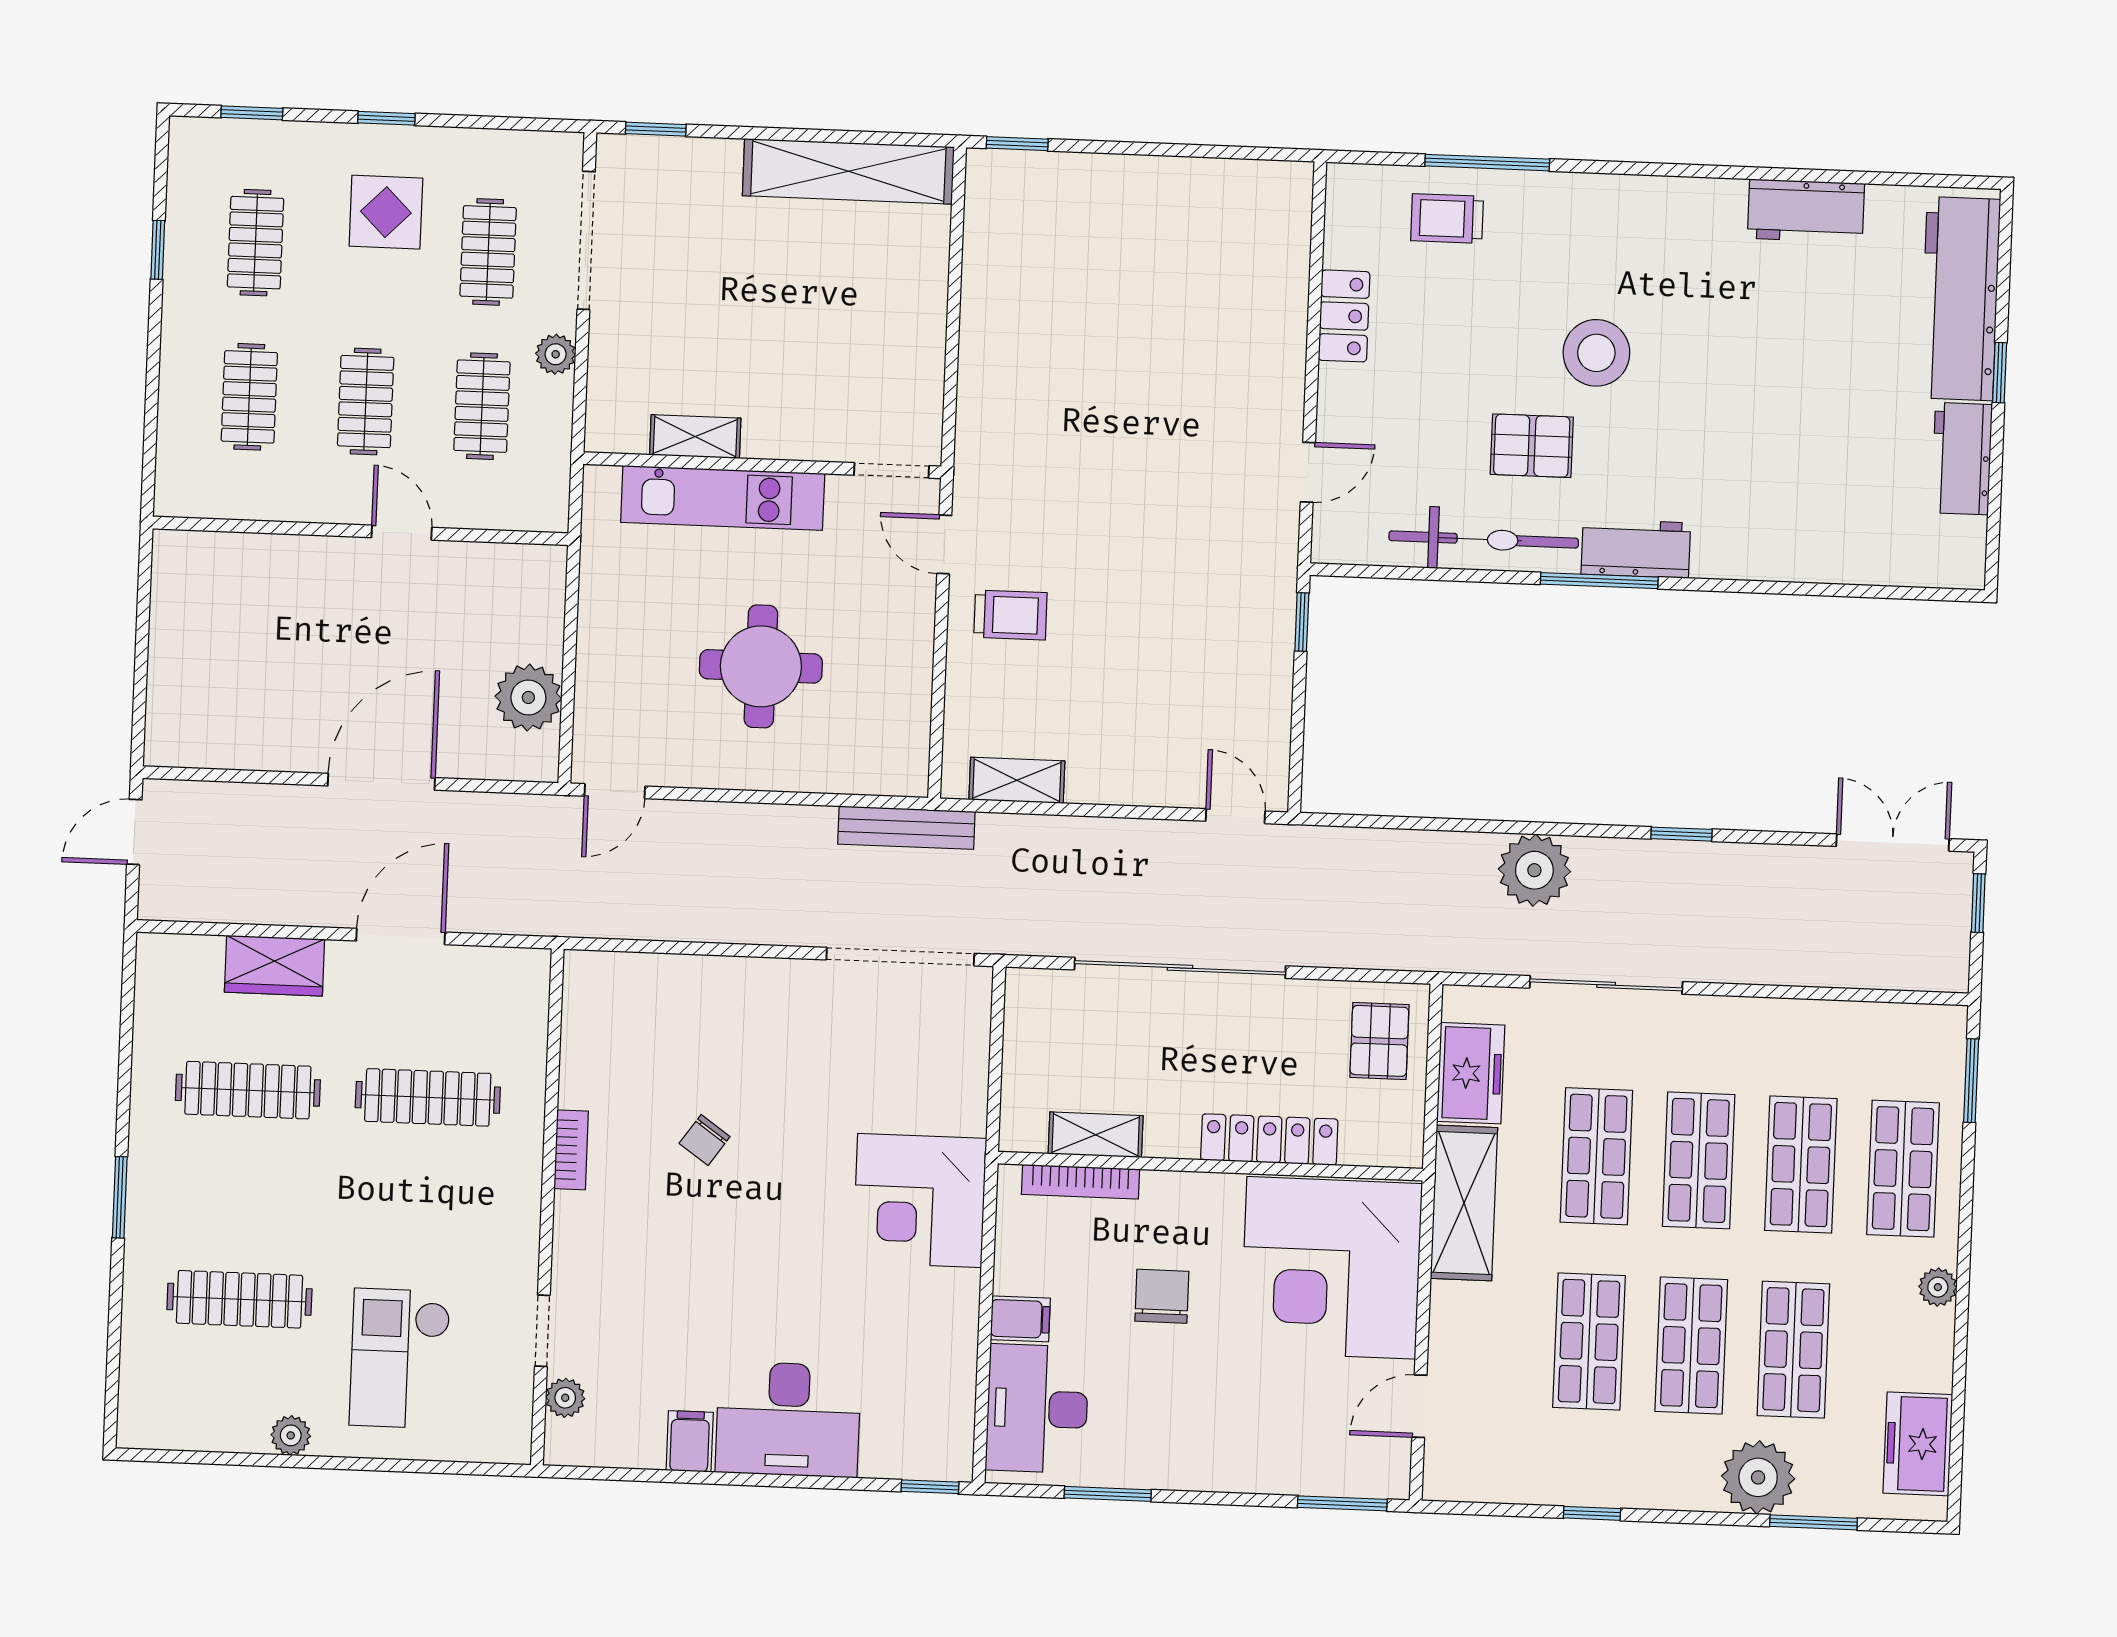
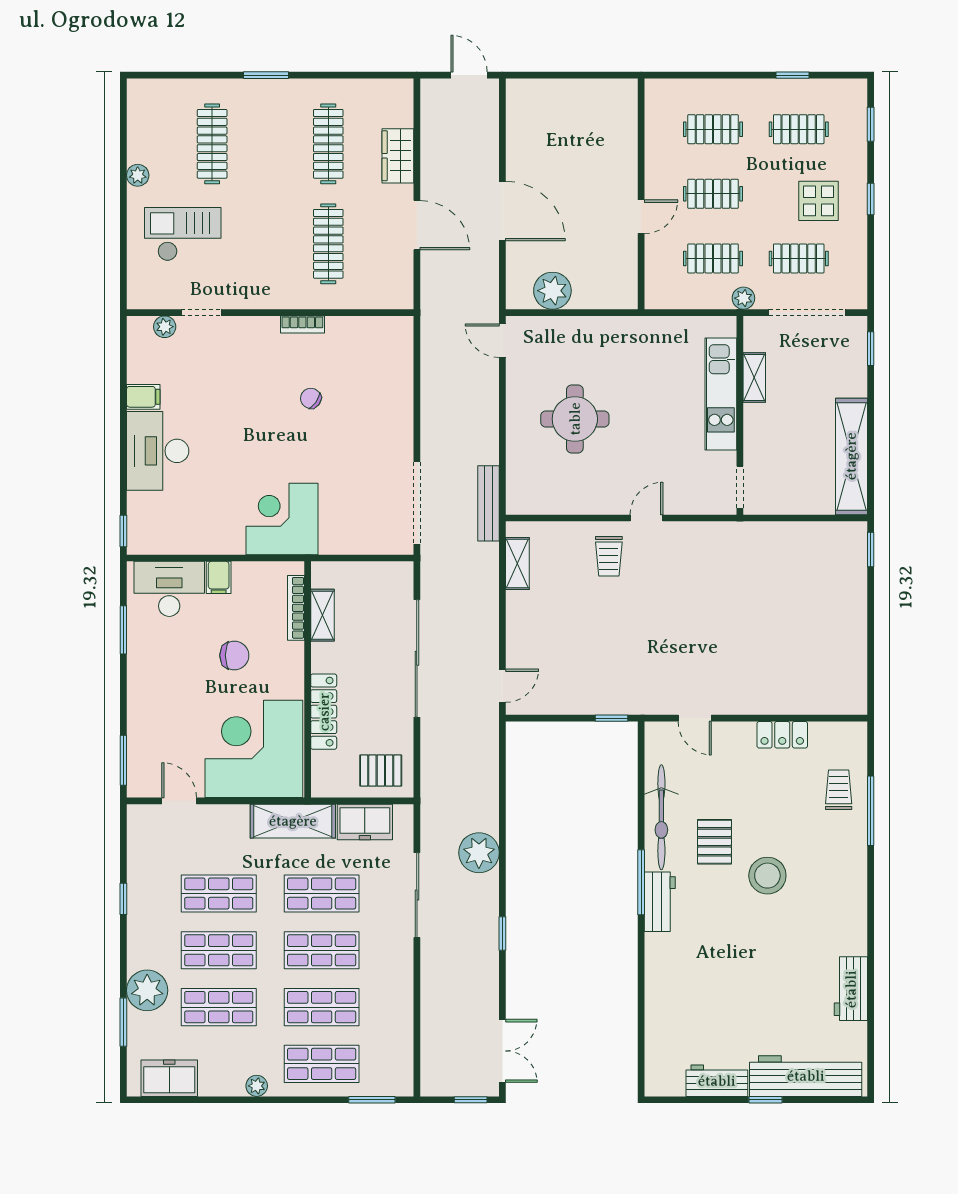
shelving: (695, 437) -> (754, 377), moved
wall: (762, 465) -> (740, 415), moved
doorway: (892, 470) -> (740, 487), moved
kitchen unit: (723, 498) -> (721, 394), moved

